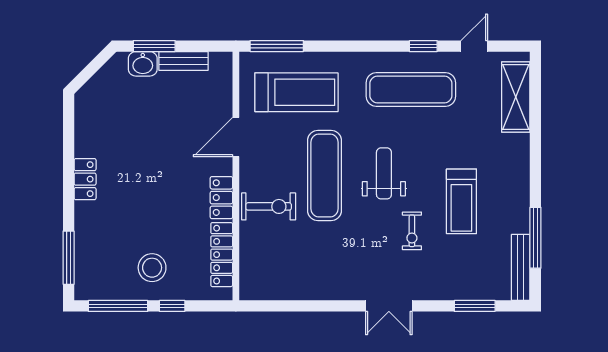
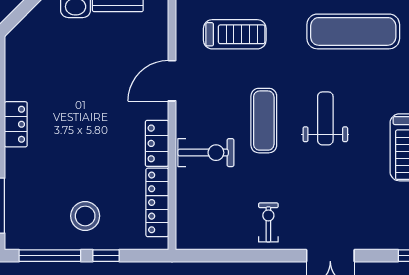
treadmill: (296, 92) -> (235, 34), width x0.73, depth x0.73
exercise mat: (324, 176) -> (264, 121), width x0.73, depth x0.69
exercise bike: (412, 231) -> (268, 222), moved, turned 180

